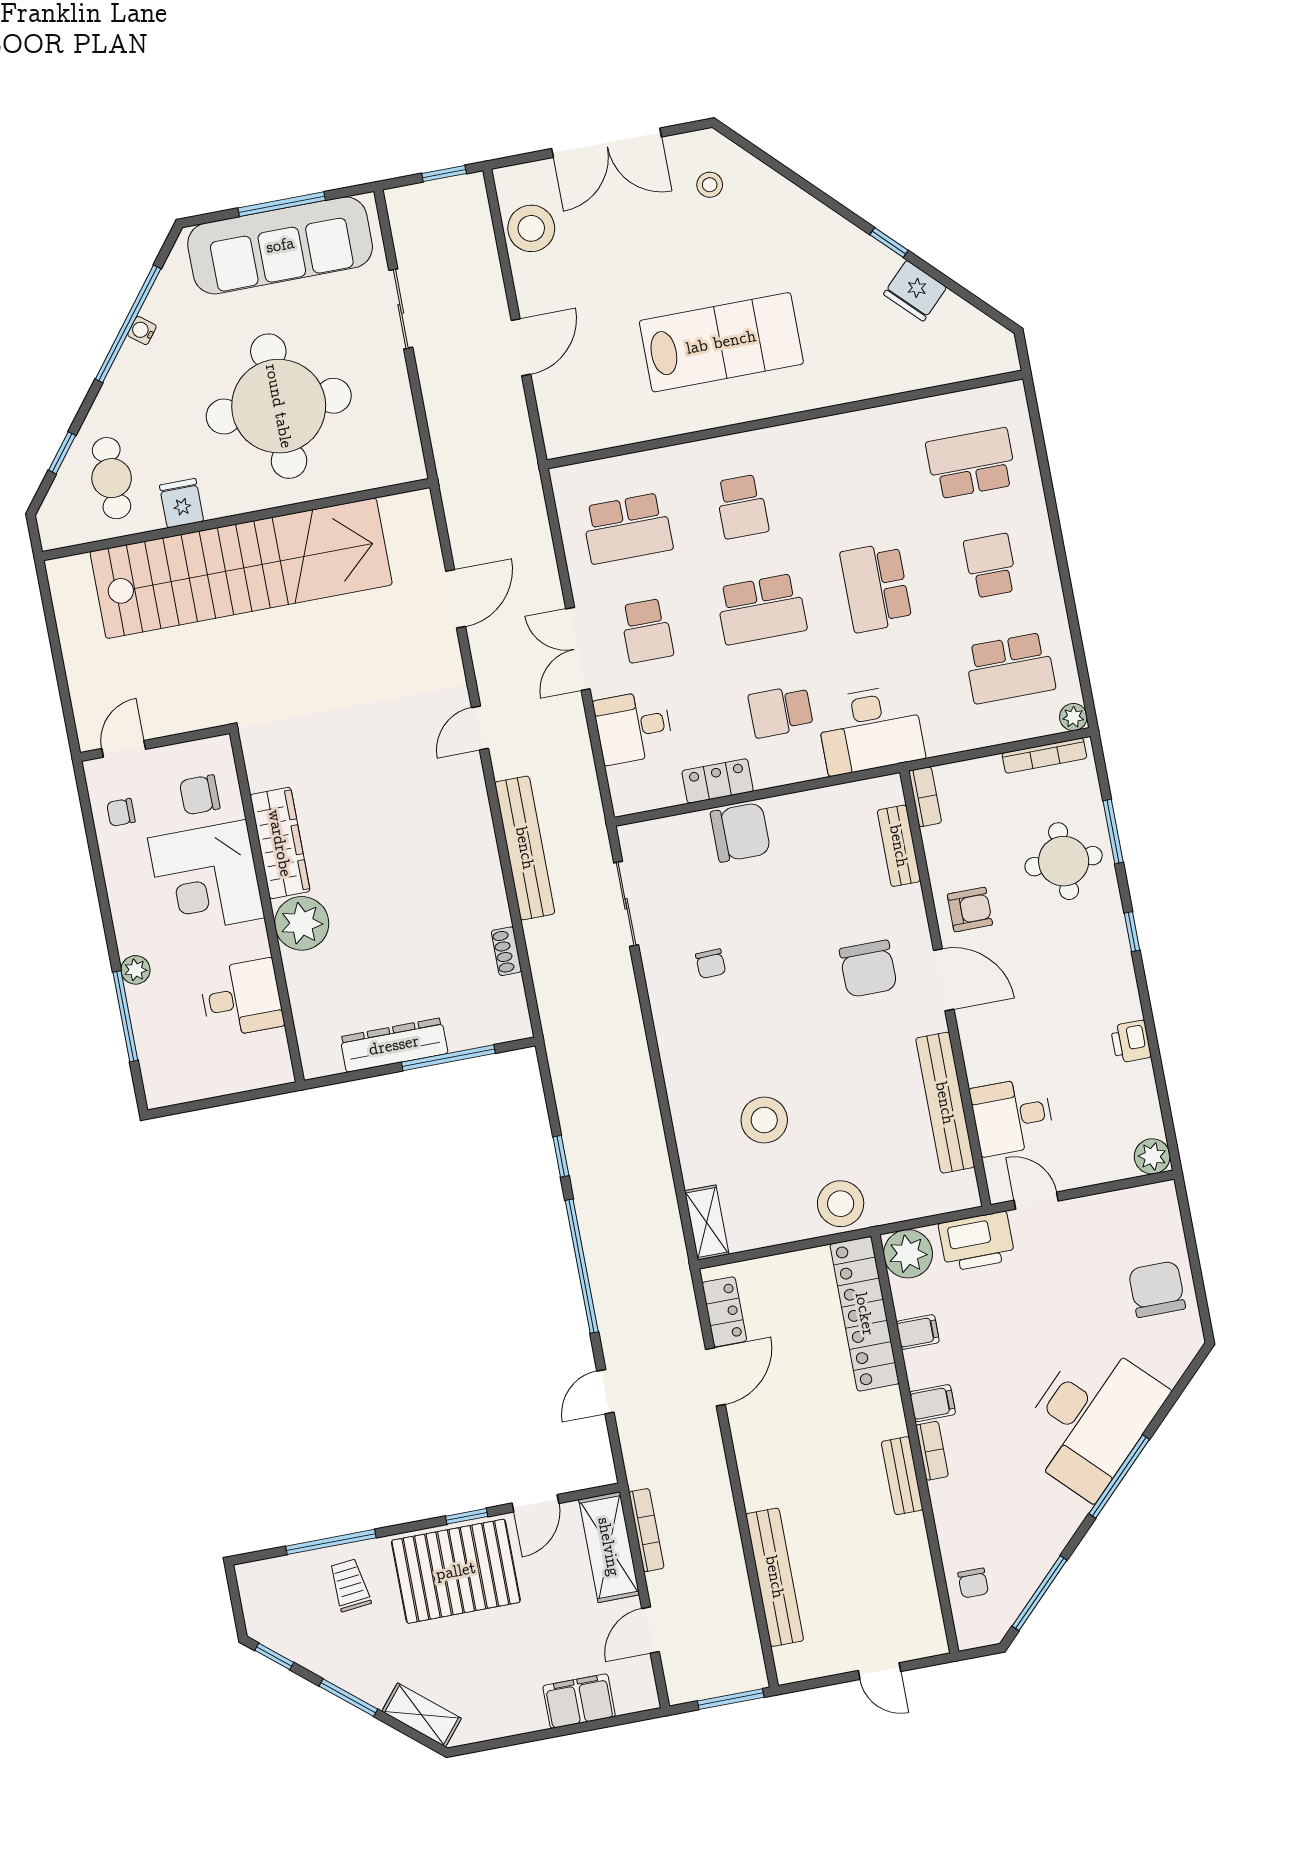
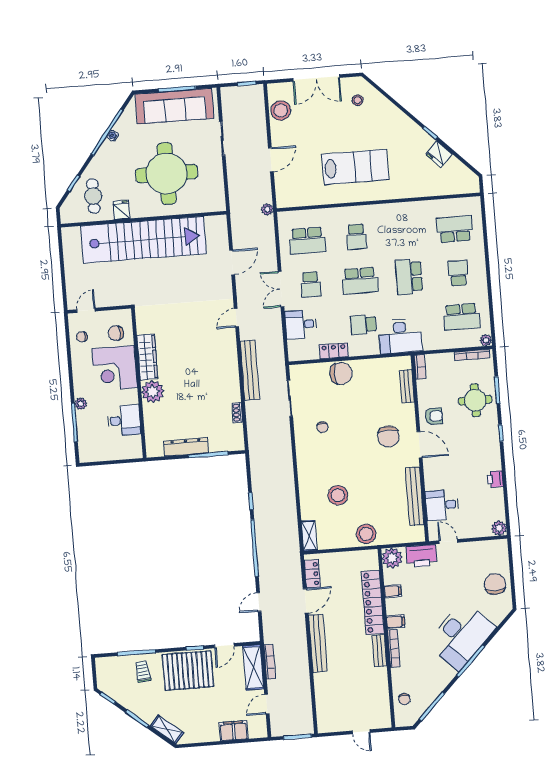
plant: (525, 465) -> (267, 209), added
locker: (865, 1314) -> (373, 602), moved
bookcase: (932, 1451) -> (394, 648), width x1.56
bench: (775, 1577) -> (318, 643), moved

